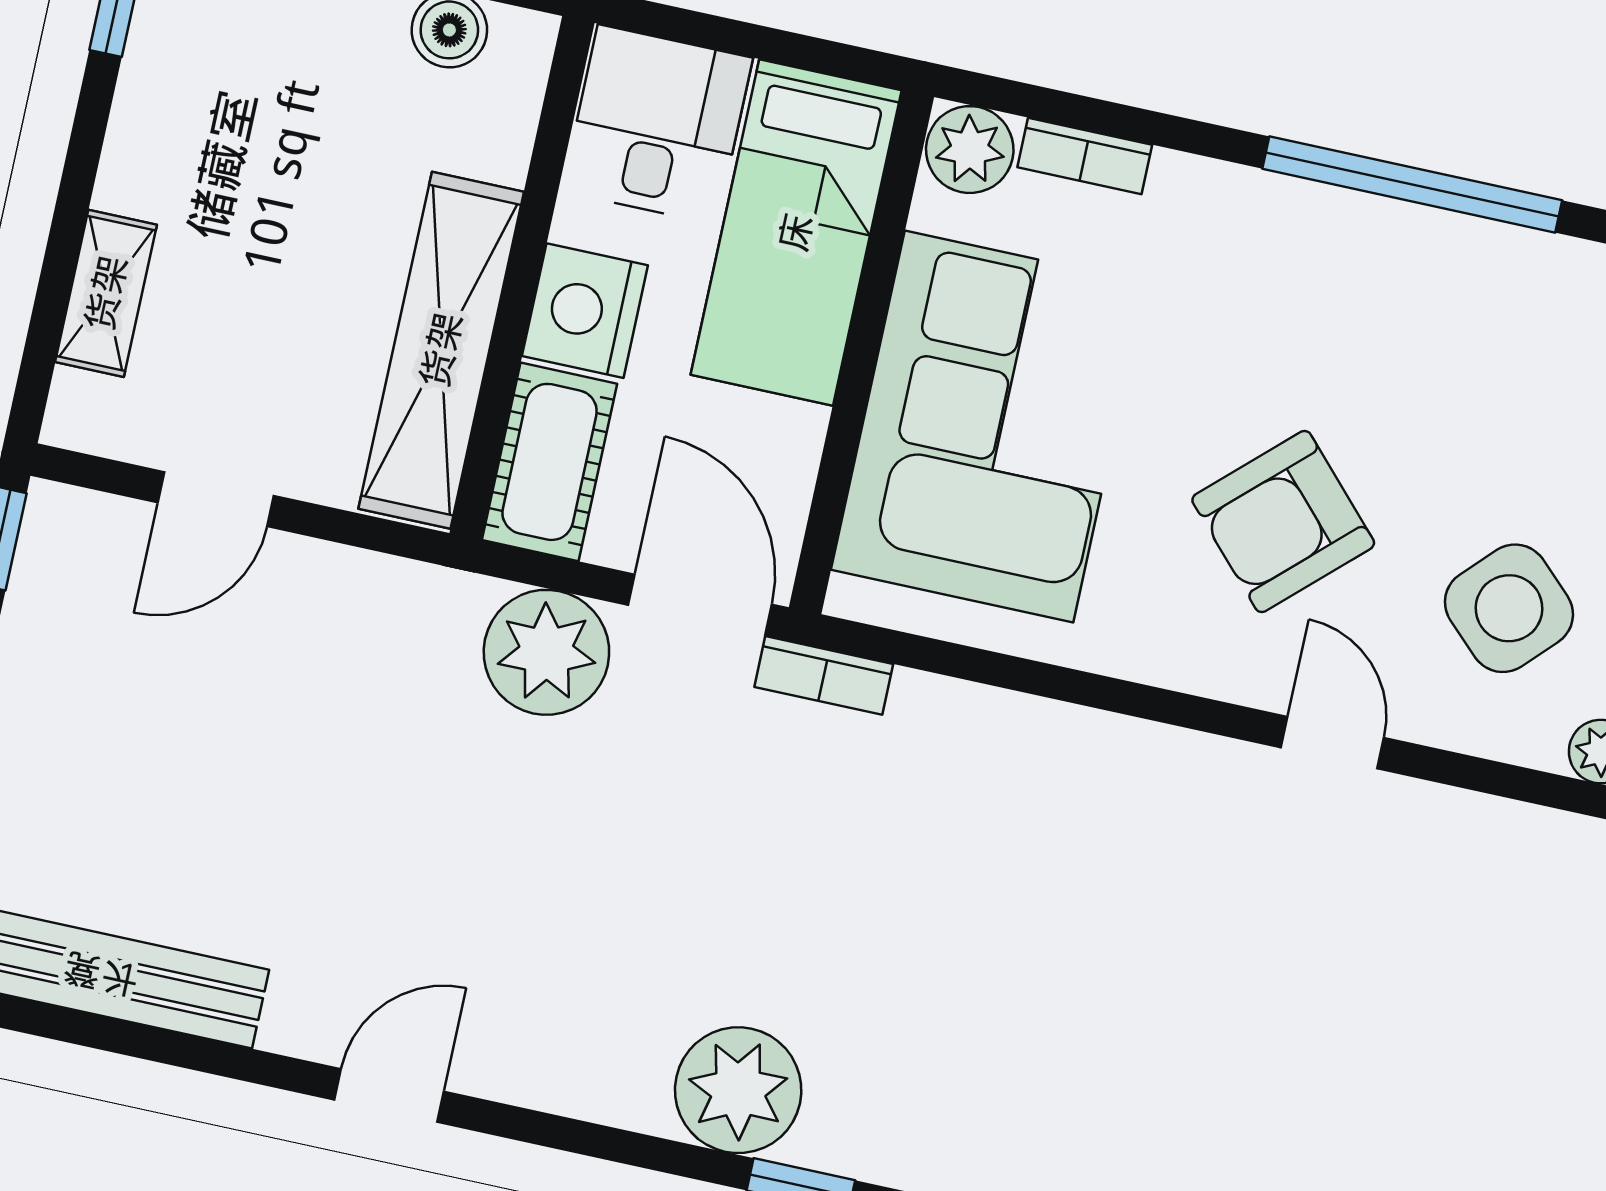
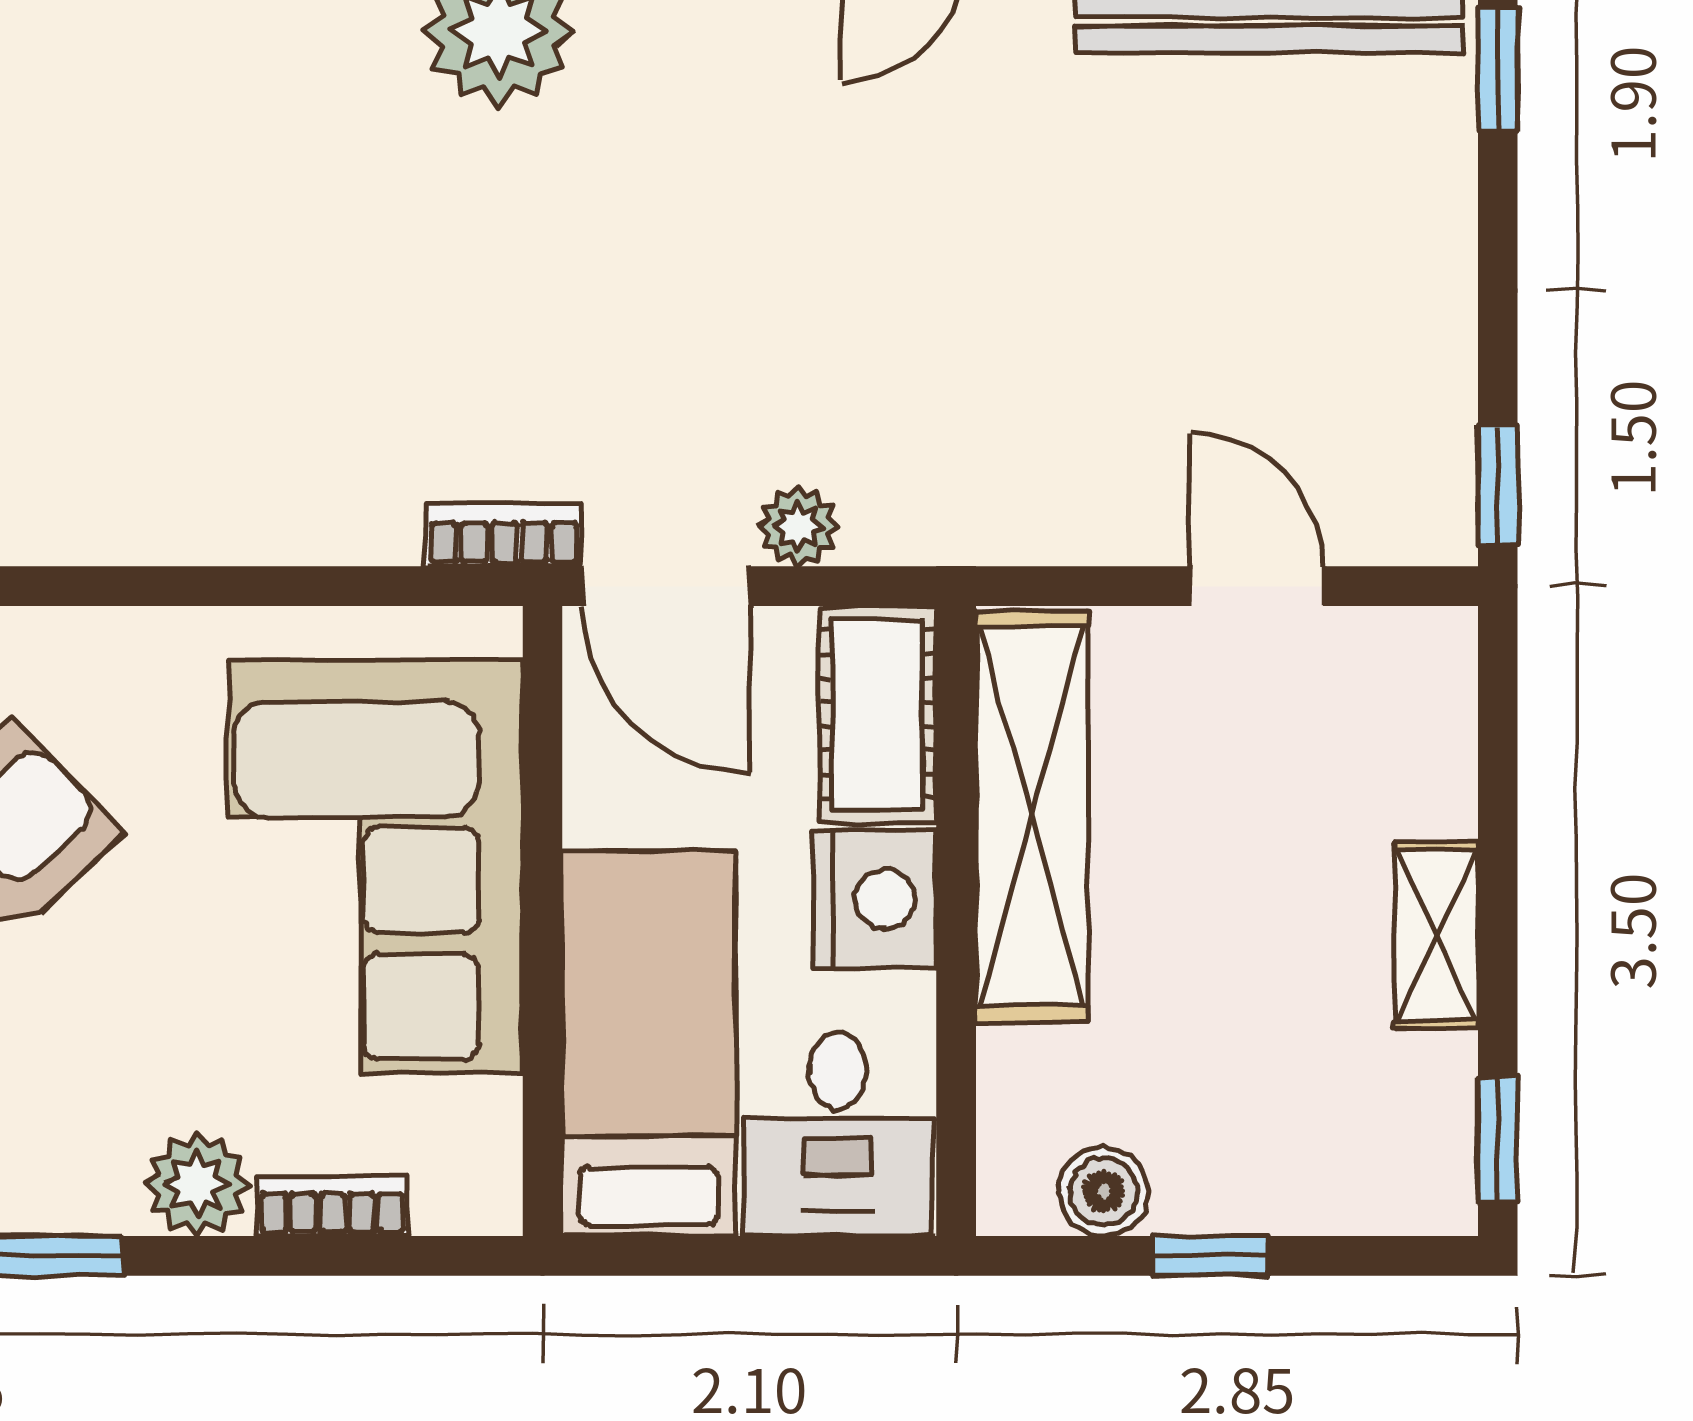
plant: (970, 150) -> (197, 1184), moved
shelving: (106, 293) -> (1436, 935), moved
door: (216, 499) -> (1256, 586), hinge flipped
plant: (546, 652) -> (798, 527), width x0.53, depth x0.53

